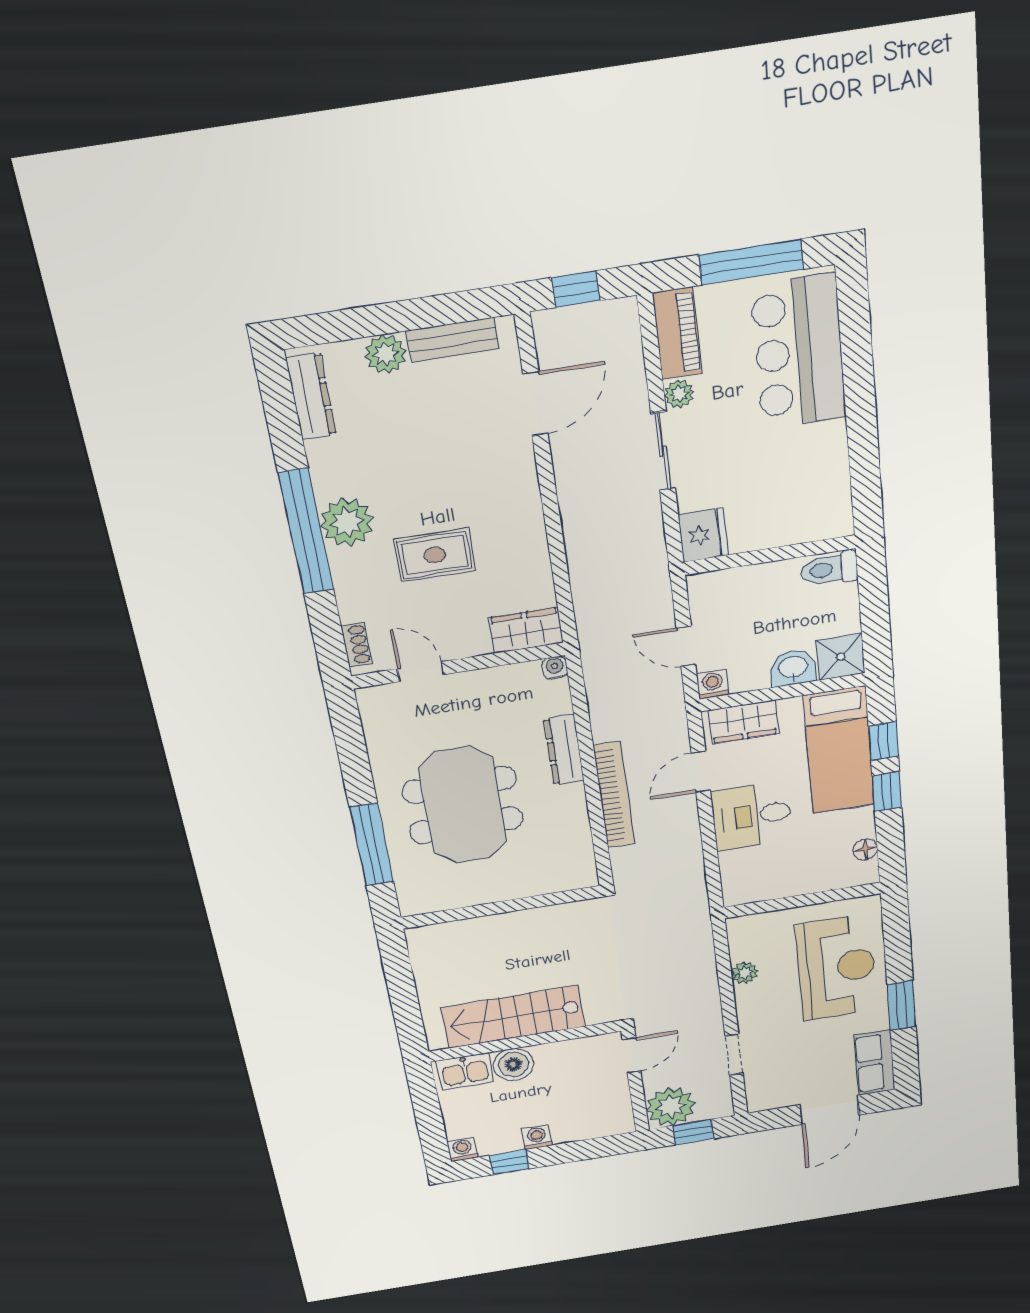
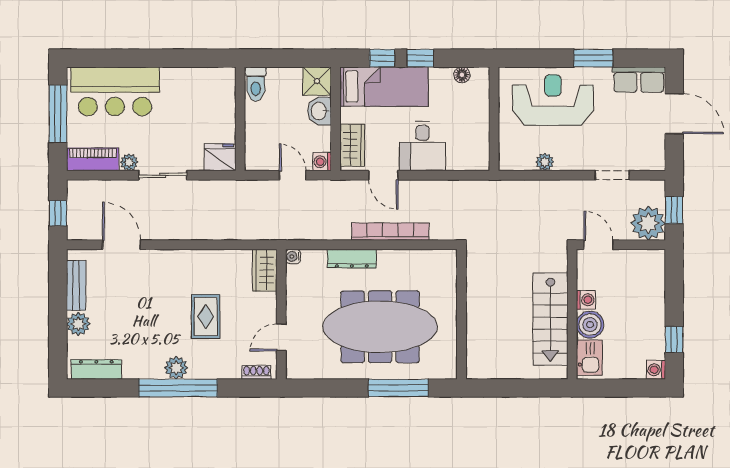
plant: (347, 522) -> (176, 368), width x0.73, depth x0.73
door: (686, 646) -> (293, 175), swing flipped
meeting table: (463, 805) -> (380, 327), width x1.36
washing machine: (537, 1137) -> (586, 300), moved, turned 180

